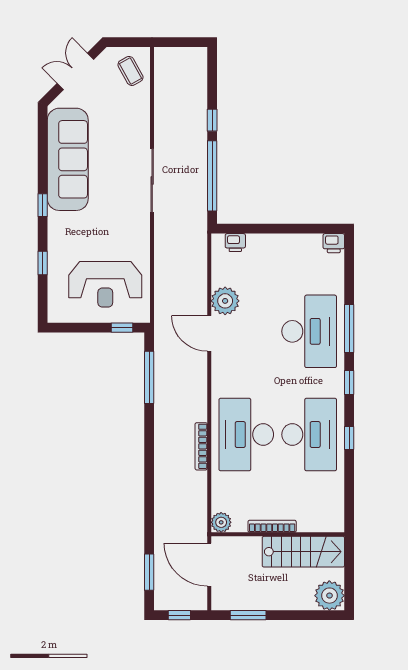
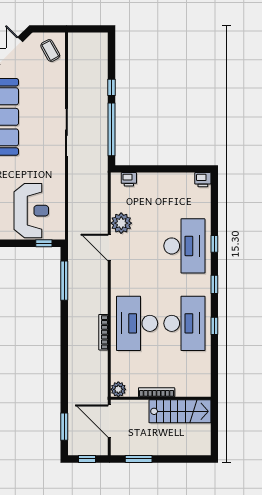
reception desk: (105, 284) -> (31, 211), turned -90
window: (349, 329) -> (214, 244), width x0.46
plant: (329, 596) -> (200, 444), removed

